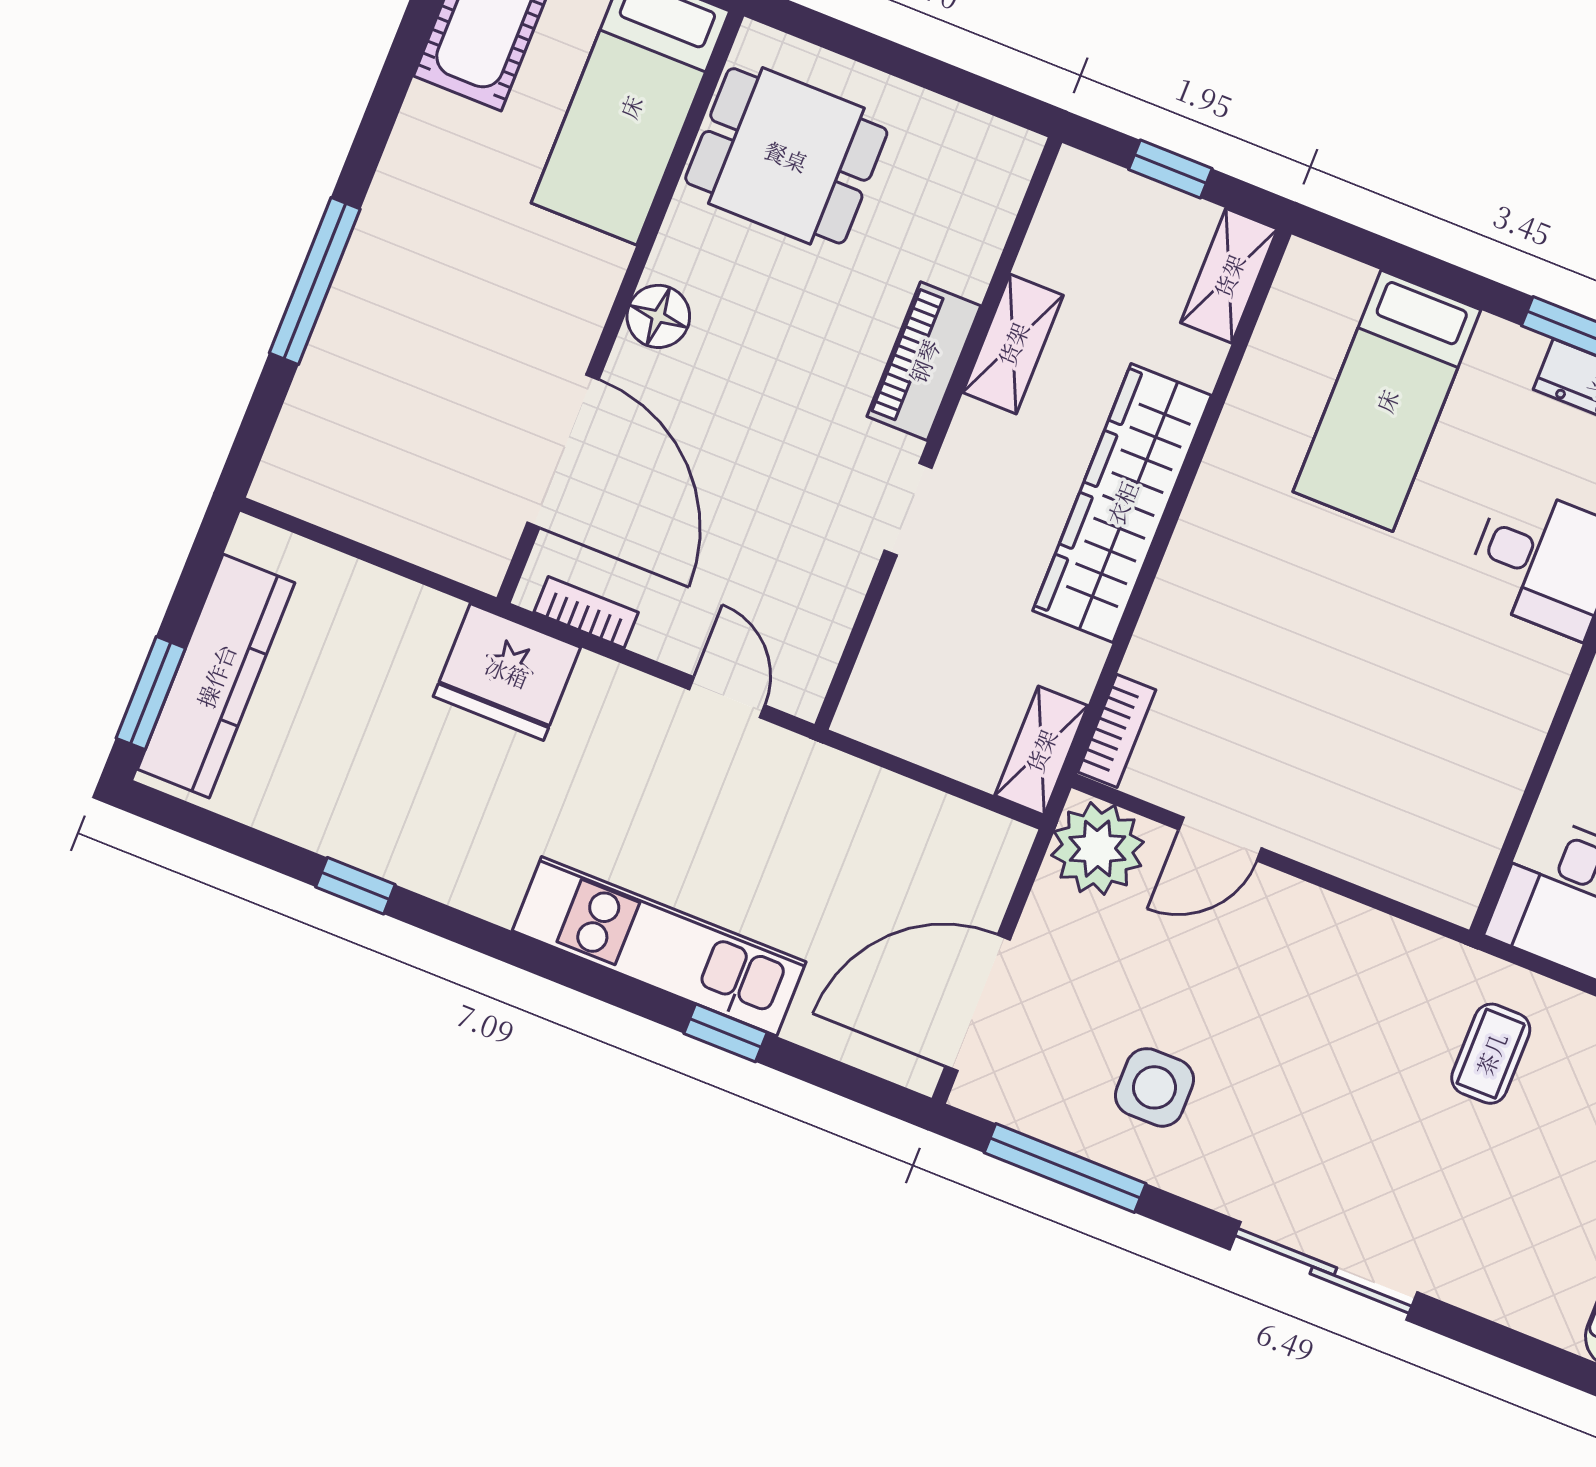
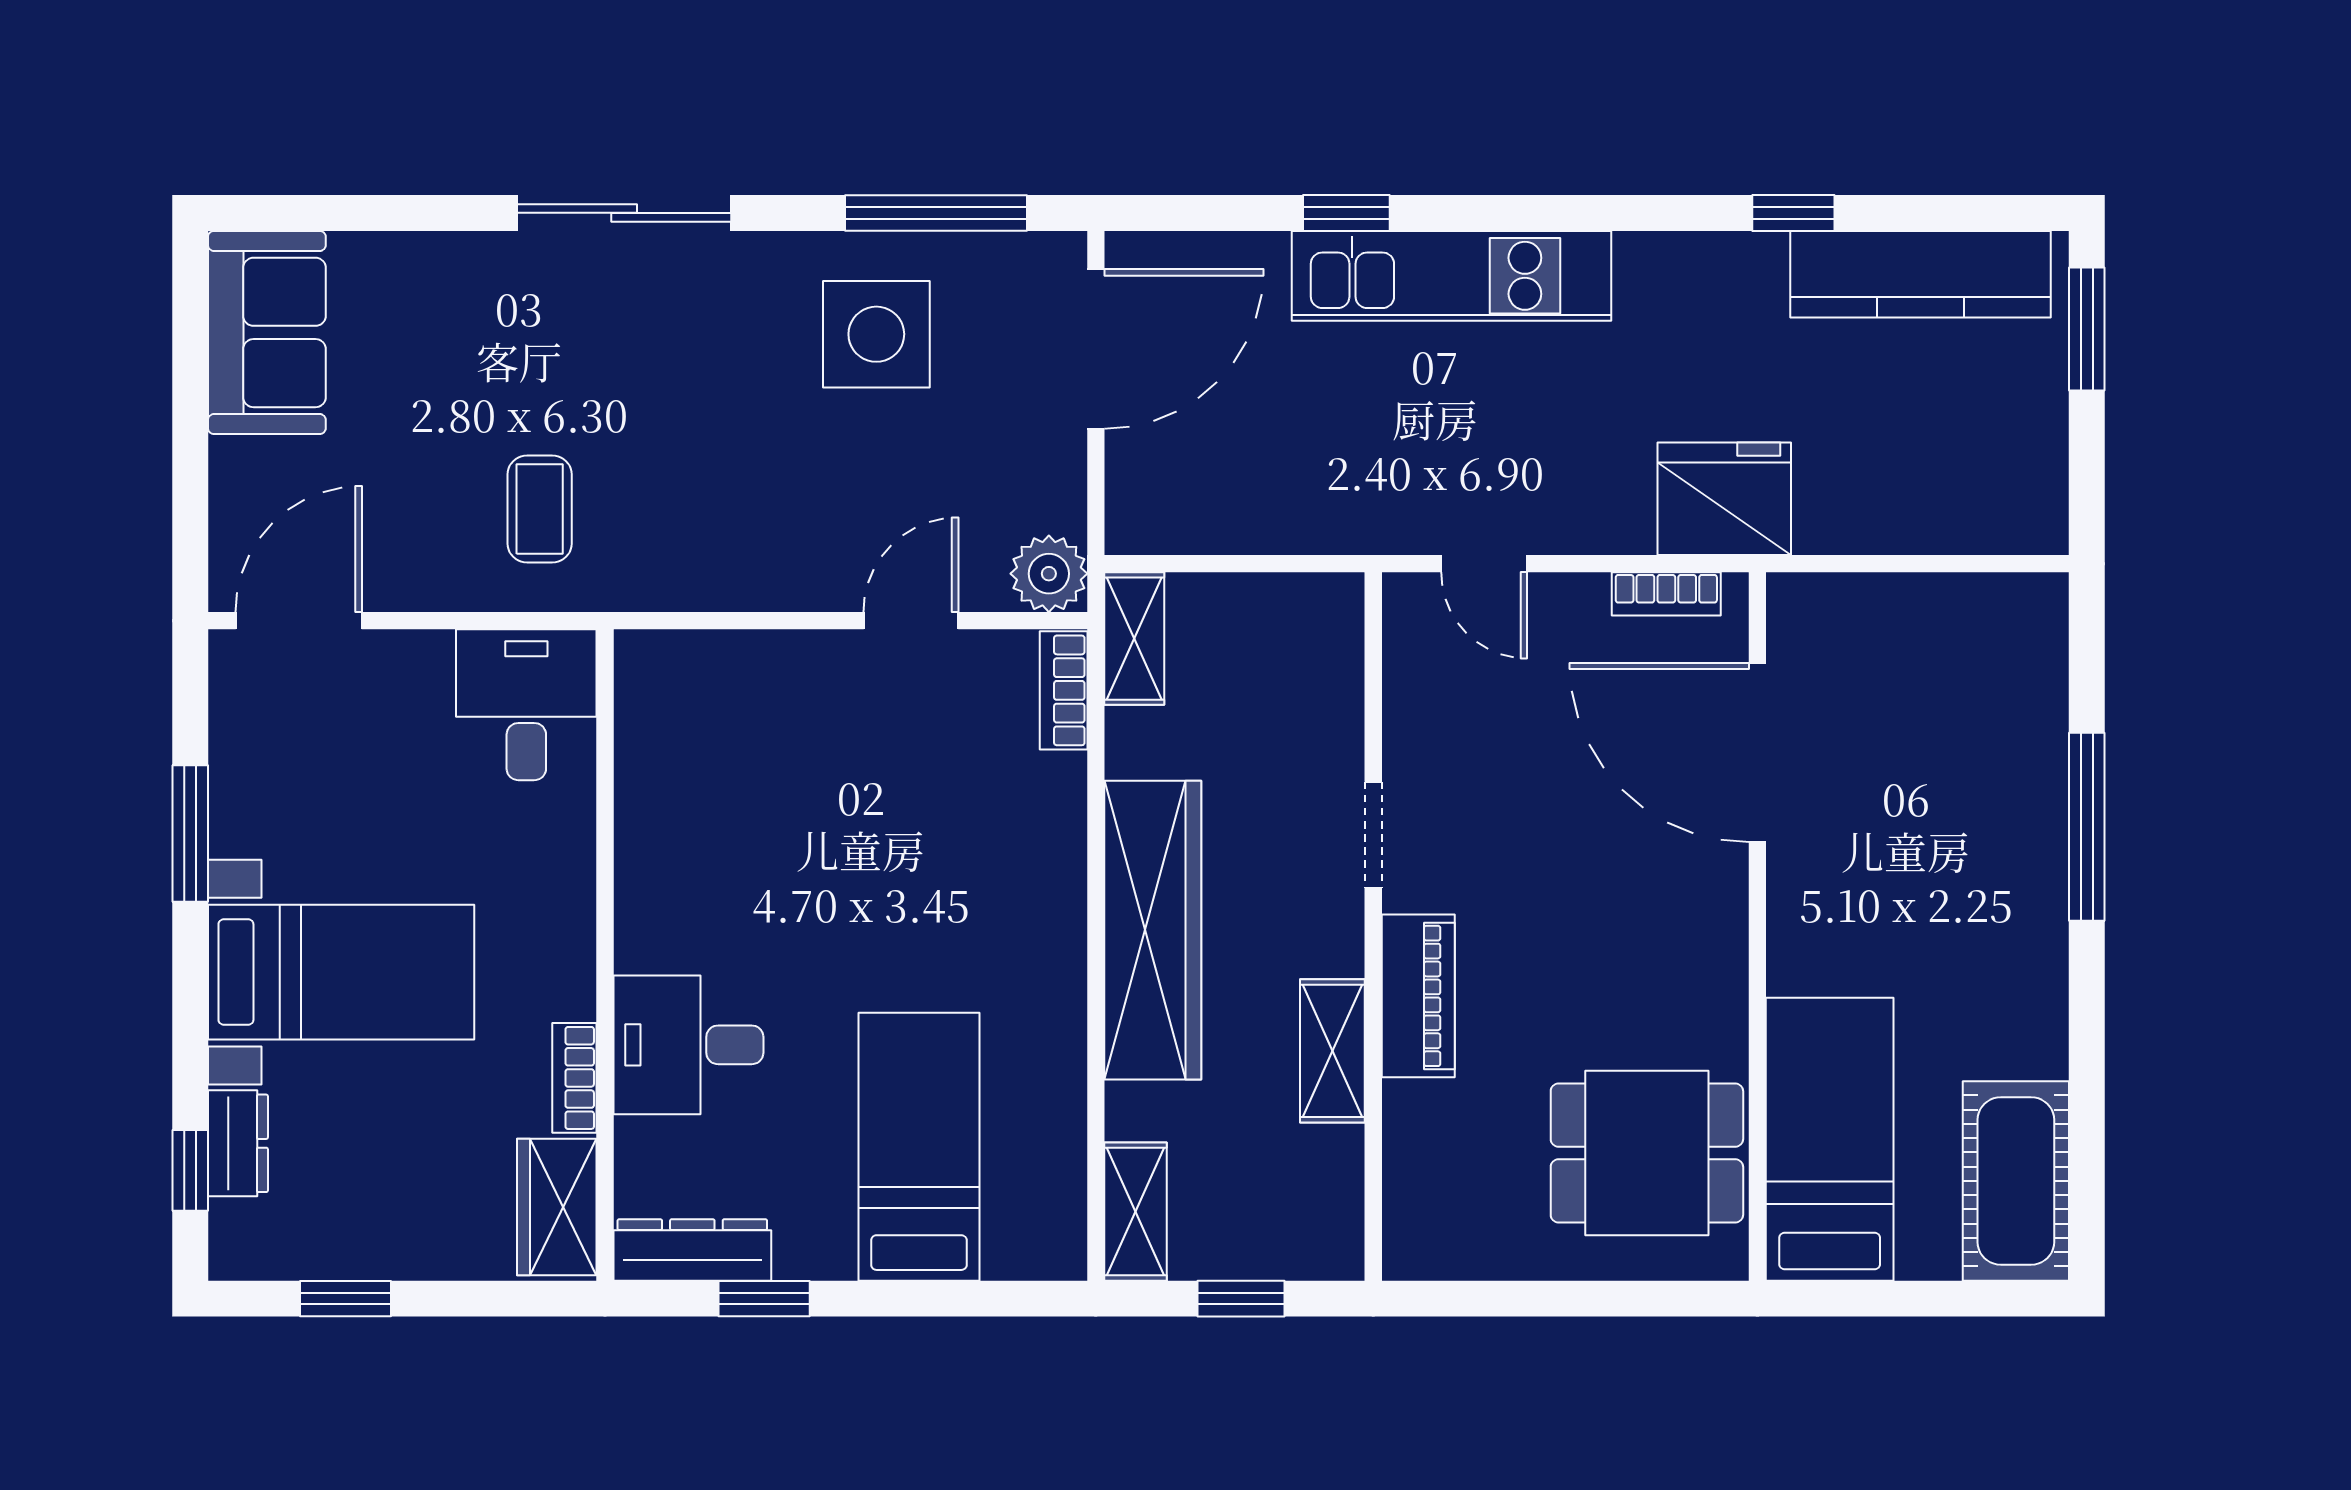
floor lamp: (658, 316) -> (1714, 932), removed
kitchen counter: (216, 676) -> (1920, 274), moved, turned -90
plant: (1097, 849) -> (1049, 574), width x0.73, depth x0.73
side table: (1154, 1087) -> (876, 334), width x1.37, depth x1.37

